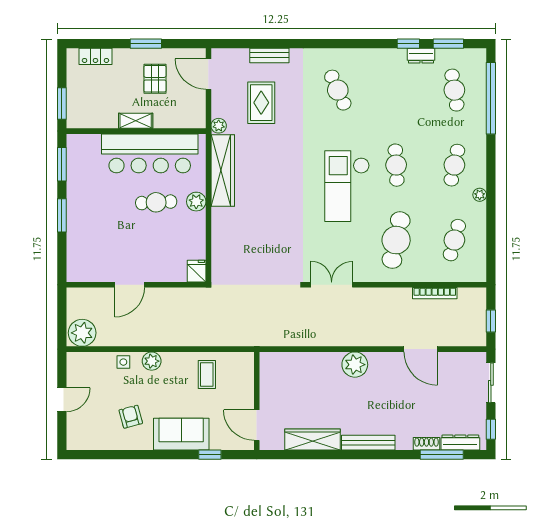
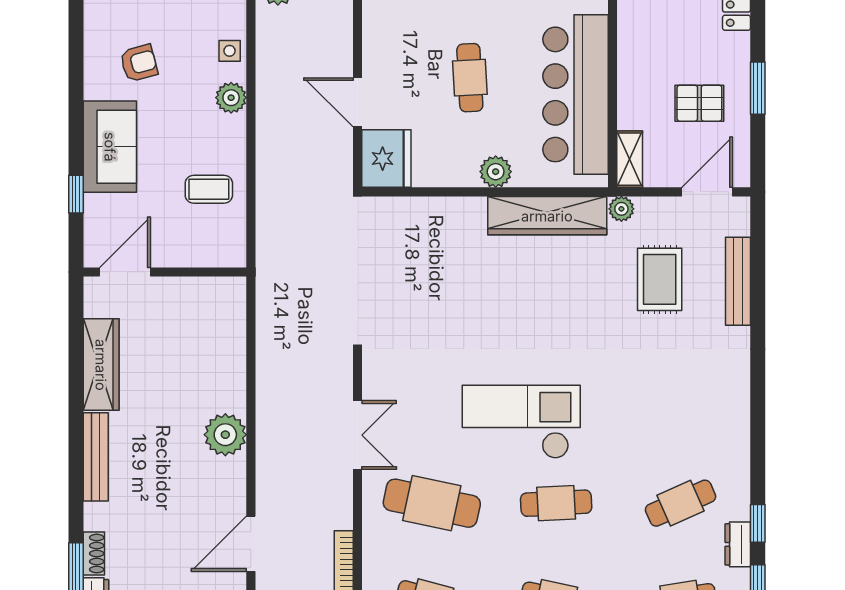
bench: (269, 55) -> (738, 281), width x1.36
cafe table: (338, 90) -> (681, 503), moved
rug: (261, 103) -> (660, 279), turned 90
shelving: (136, 121) -> (630, 159), moved
cafe table: (156, 202) -> (470, 78), moved
fridge: (197, 271) -> (386, 159), width x1.88, depth x1.34
door: (130, 285) -> (358, 102), moved
double door: (332, 285) -> (358, 435), moved

